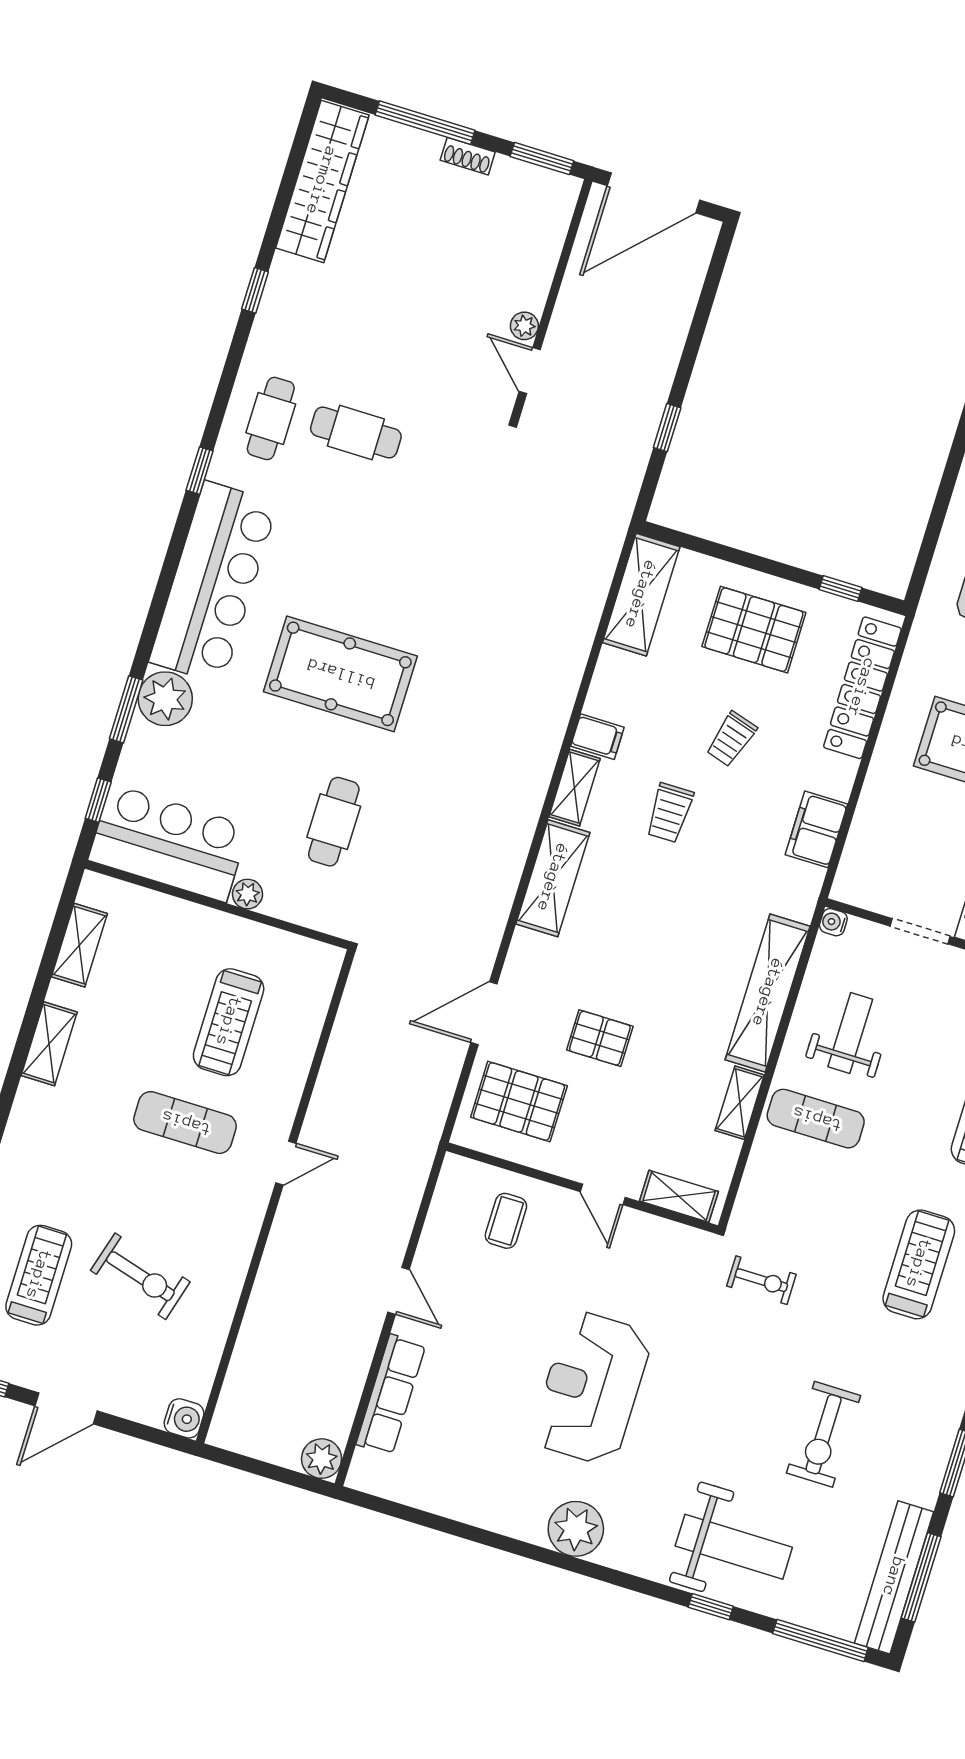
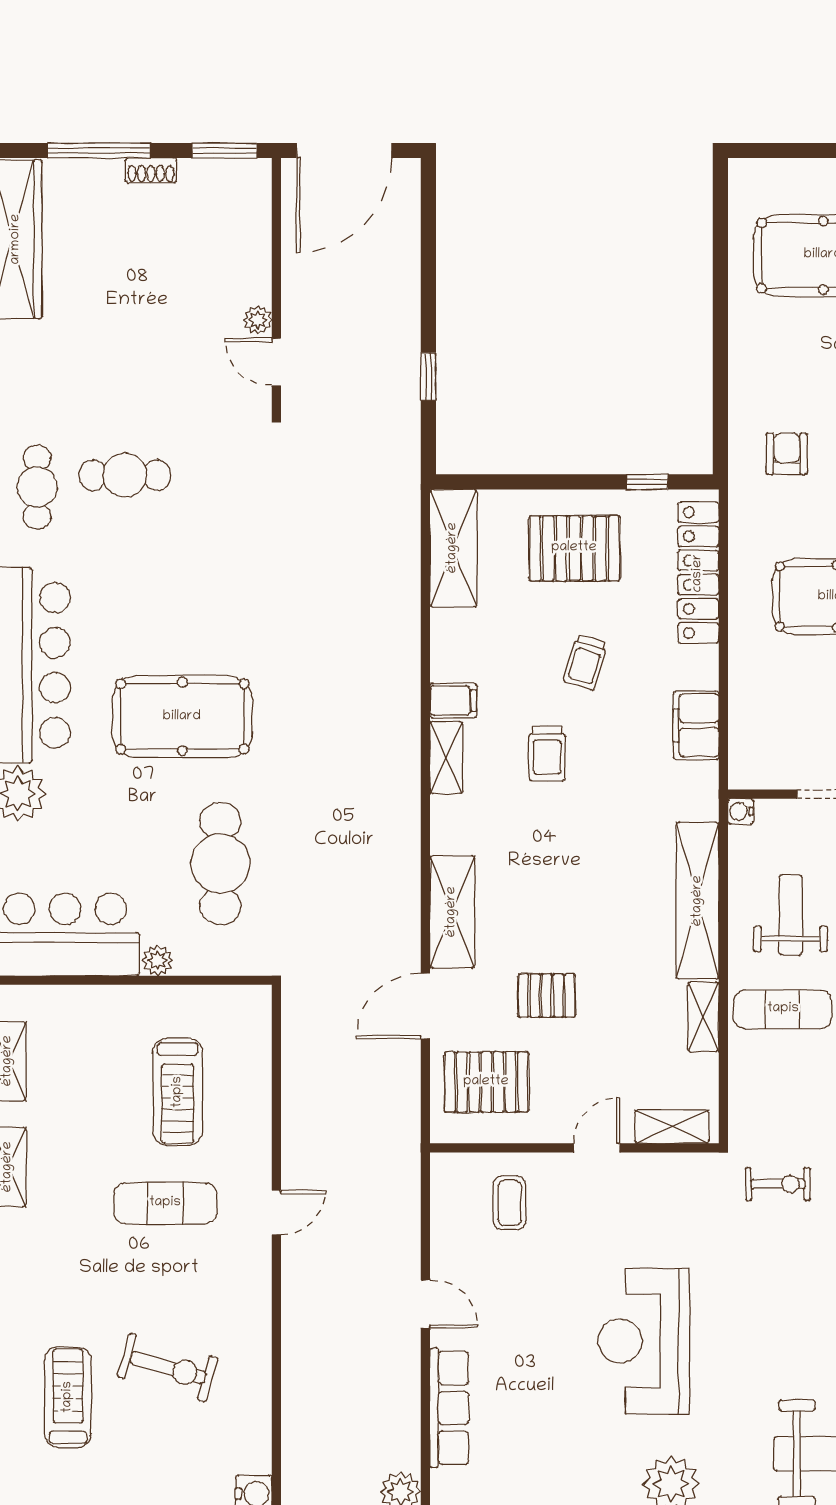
cafe table: (334, 822) -> (220, 863), width x1.37, depth x1.35
shelving: (553, 878) -> (452, 912), moved
door: (603, 1194) -> (597, 1148), swing flipped

